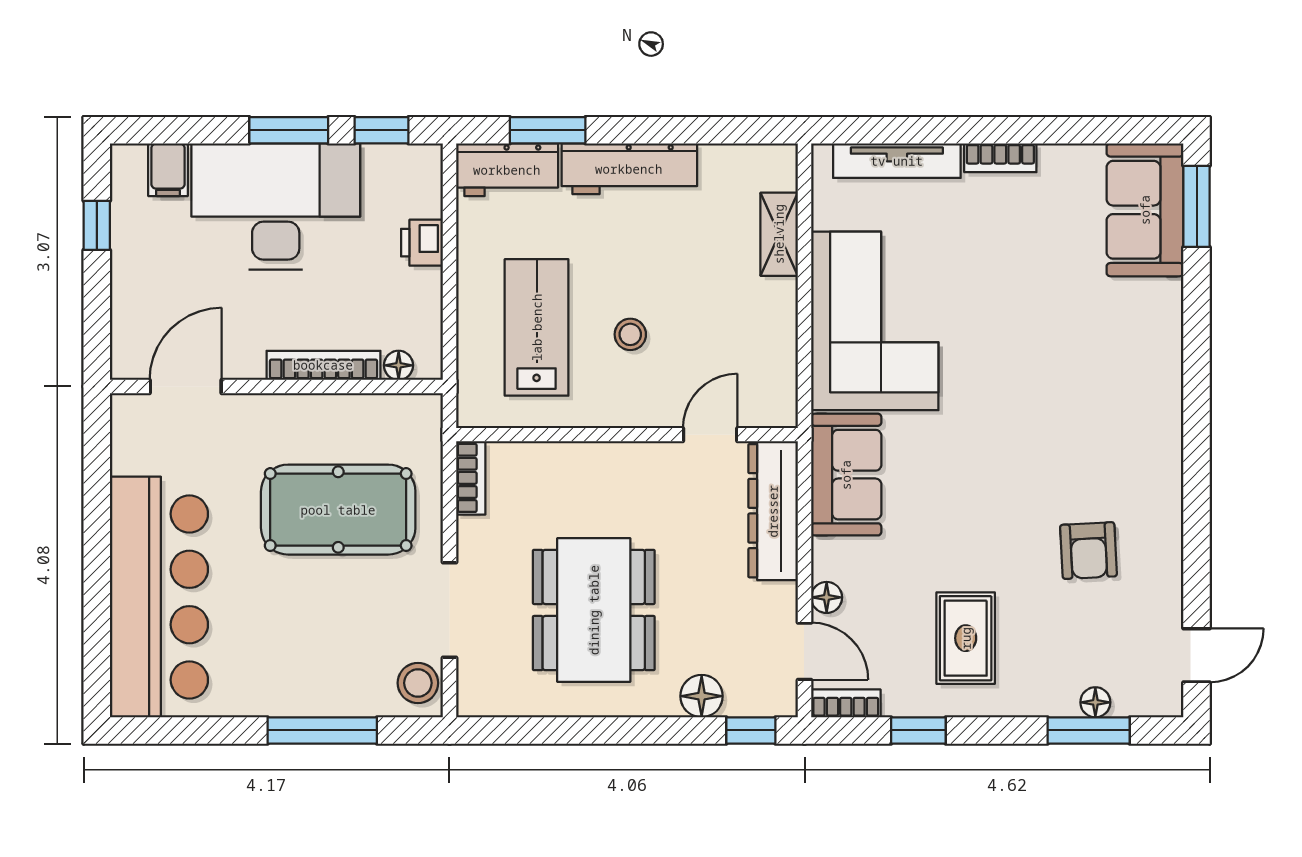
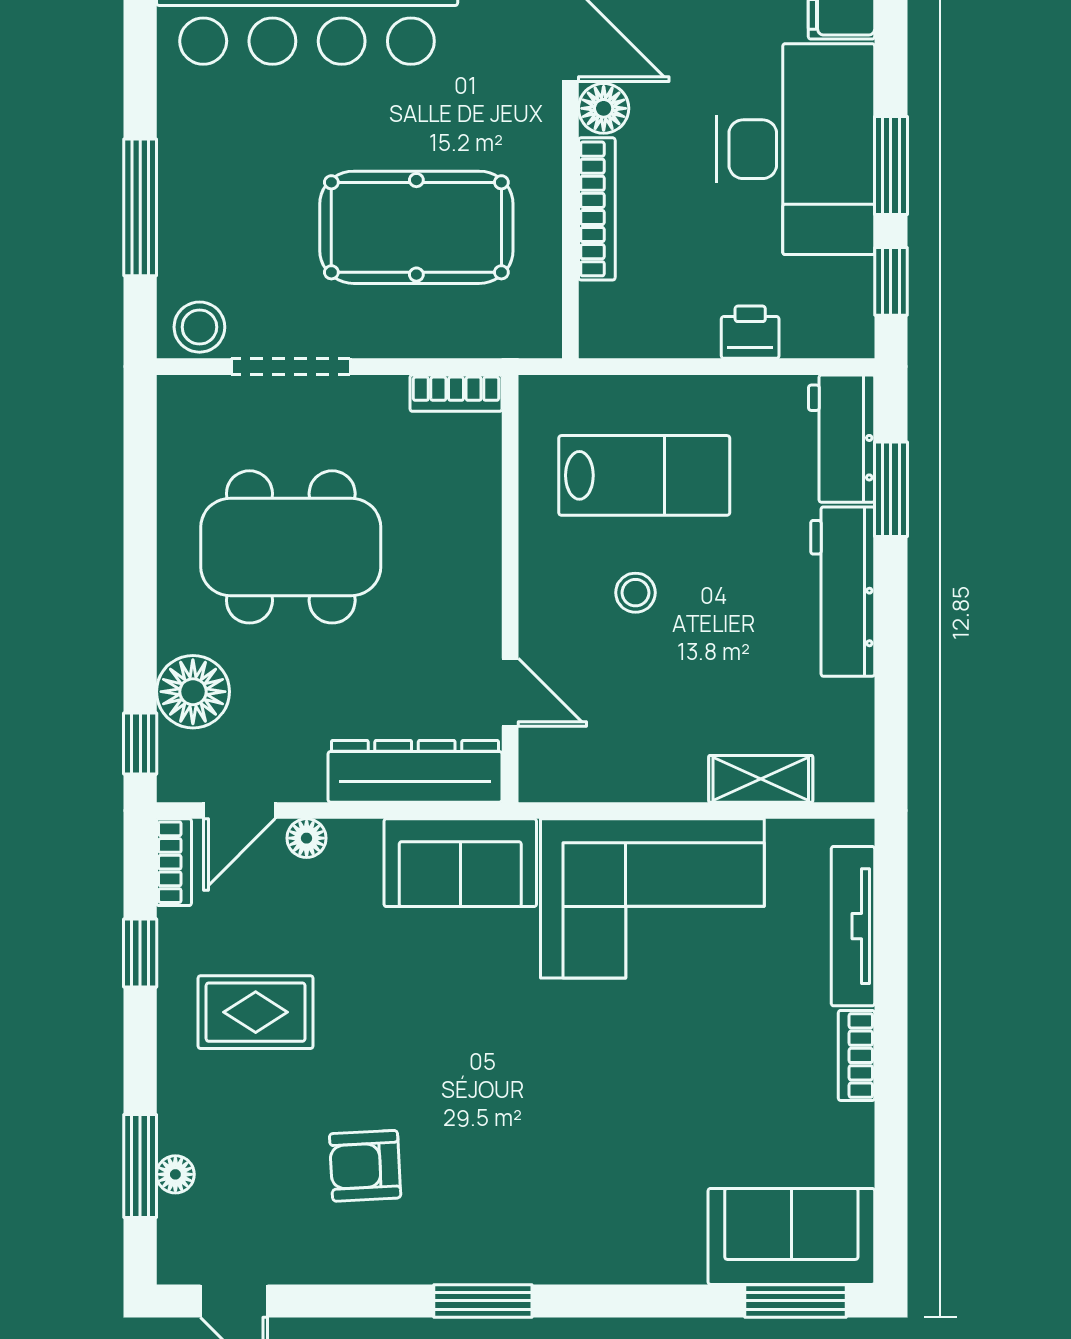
floor lamp: (399, 365) -> (604, 108), moved, width x1.37, depth x1.37
window: (1197, 456) -> (483, 1301), added
pool table: (338, 510) -> (416, 227), turned 90
floor lamp: (702, 696) -> (193, 692), width x1.38, depth x1.38

